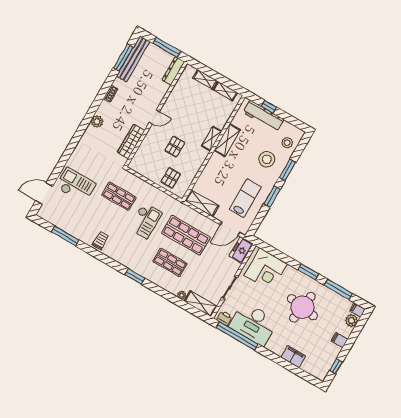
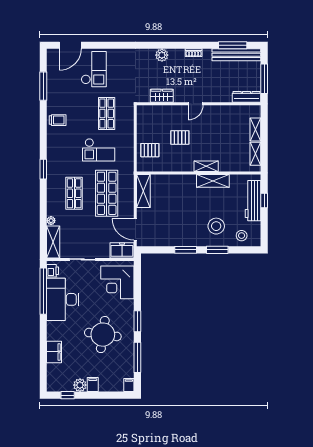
door: (154, 117) -> (196, 104), hinge flipped
wardrobe: (131, 141) -> (162, 96), width x0.67
door: (44, 193) -> (70, 45), swing flipped
lab bench: (245, 198) -> (170, 227), removed
plant: (351, 320) -> (80, 385), moved

